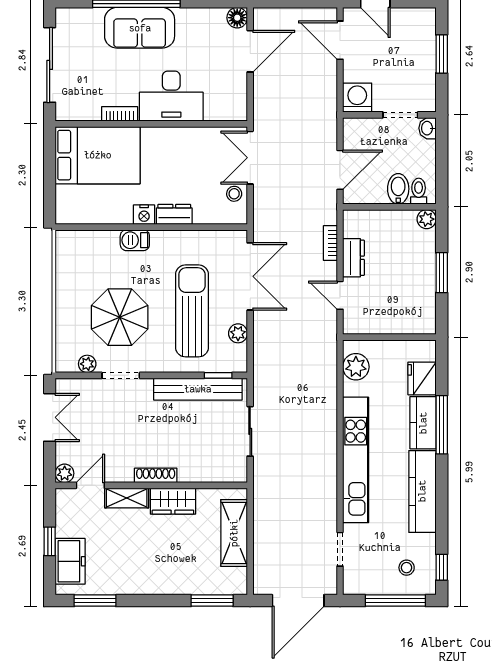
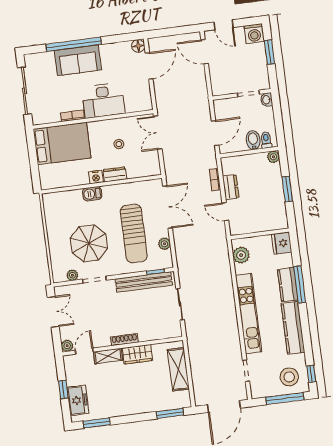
washing machine: (357, 98) -> (254, 34), moved, turned 180
stool: (234, 194) -> (119, 144), moved
sun lounger: (192, 311) -> (134, 233), turned 180
fridge: (422, 378) -> (282, 243), moved
stool: (407, 568) -> (289, 377), width x1.89, depth x1.89

